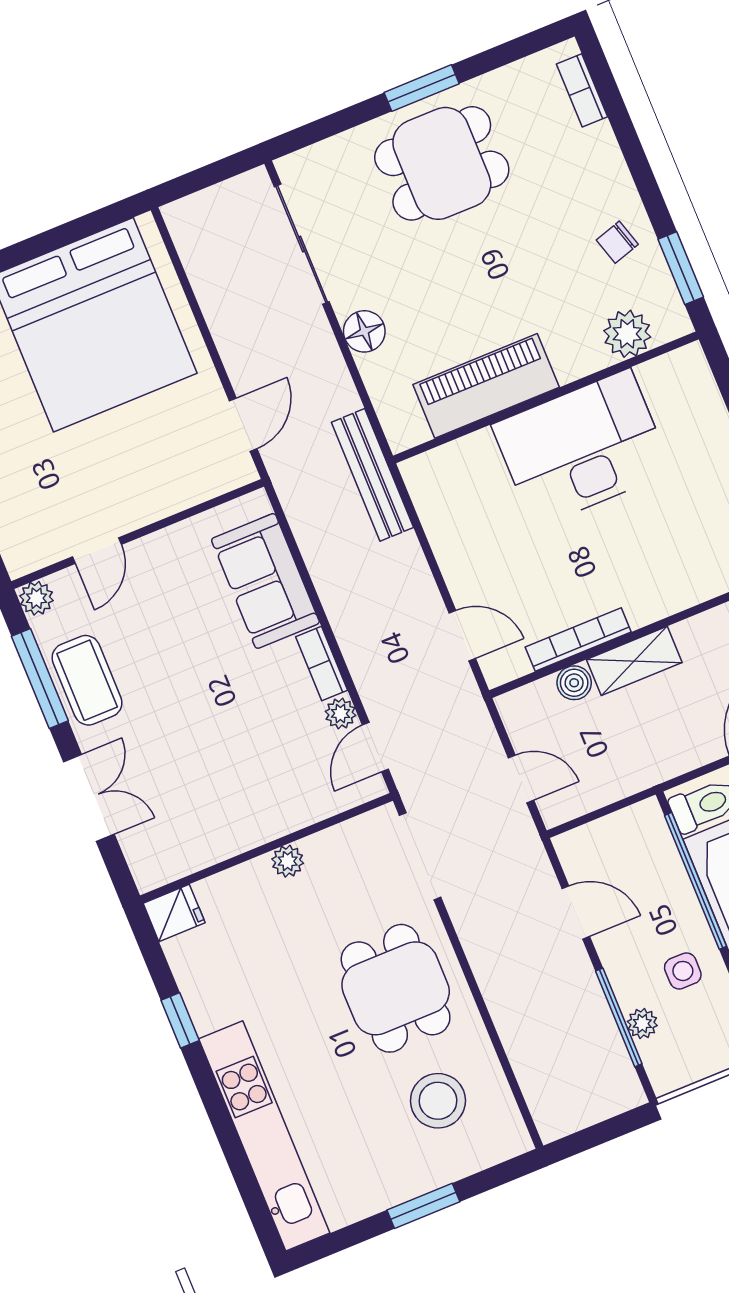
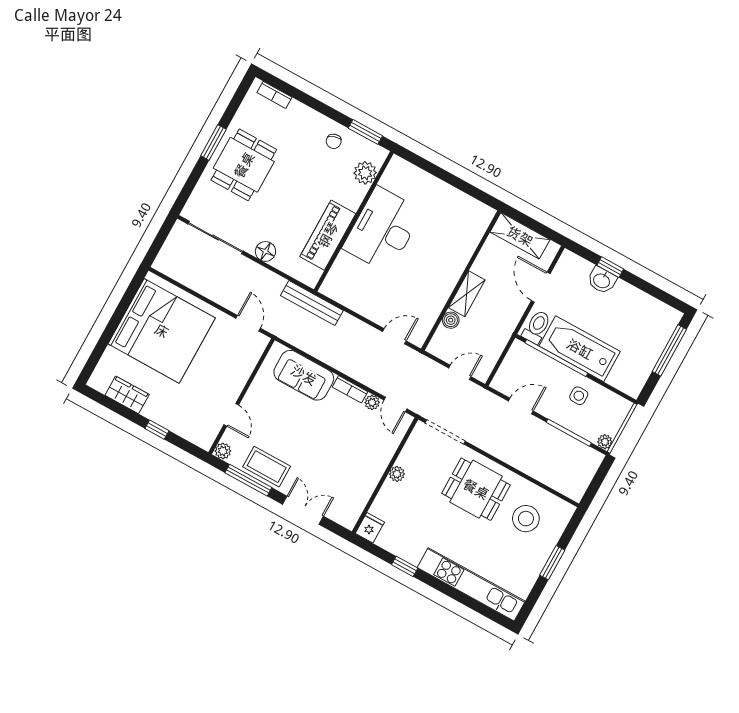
bookcase: (578, 640) -> (439, 303), removed
plant: (642, 1024) -> (605, 442), moved

